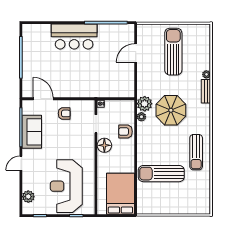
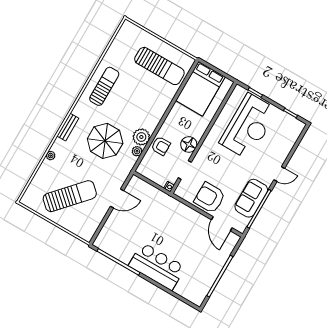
sun lounger: (173, 52) -> (70, 196), turned -138
door: (136, 53) -> (117, 198), moved
bench: (206, 91) -> (68, 127), moved
plant: (145, 104) -> (141, 137), moved
armchair: (64, 113) -> (210, 198), width x1.88, depth x1.88
sun lounger: (161, 174) -> (159, 66), moved
plant: (28, 197) -> (291, 138), removed

